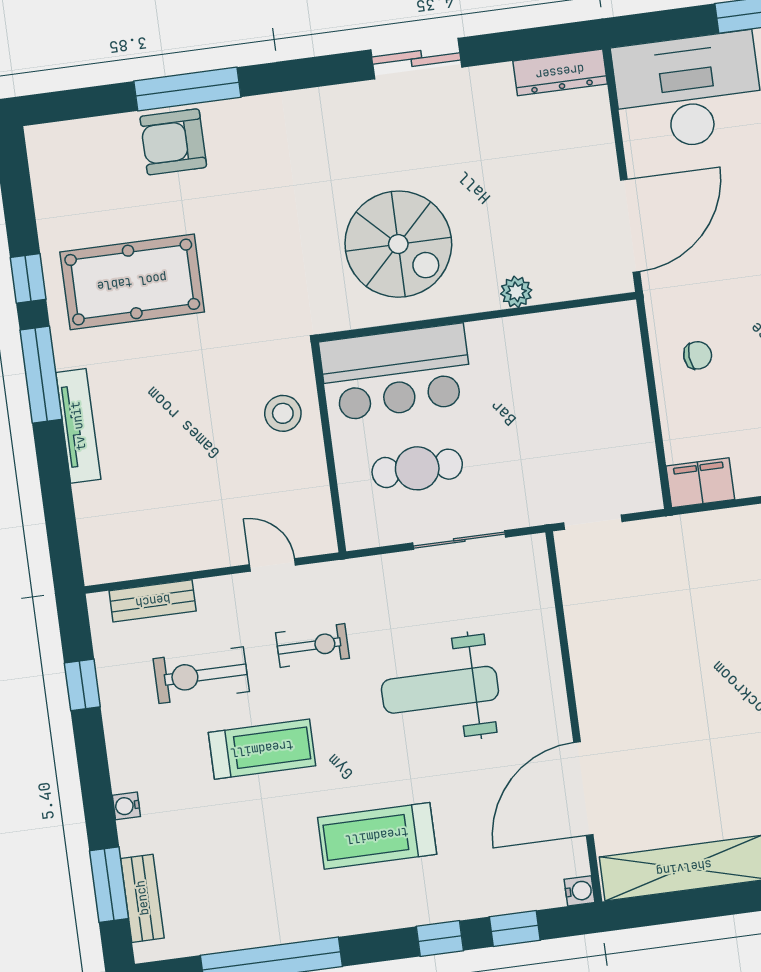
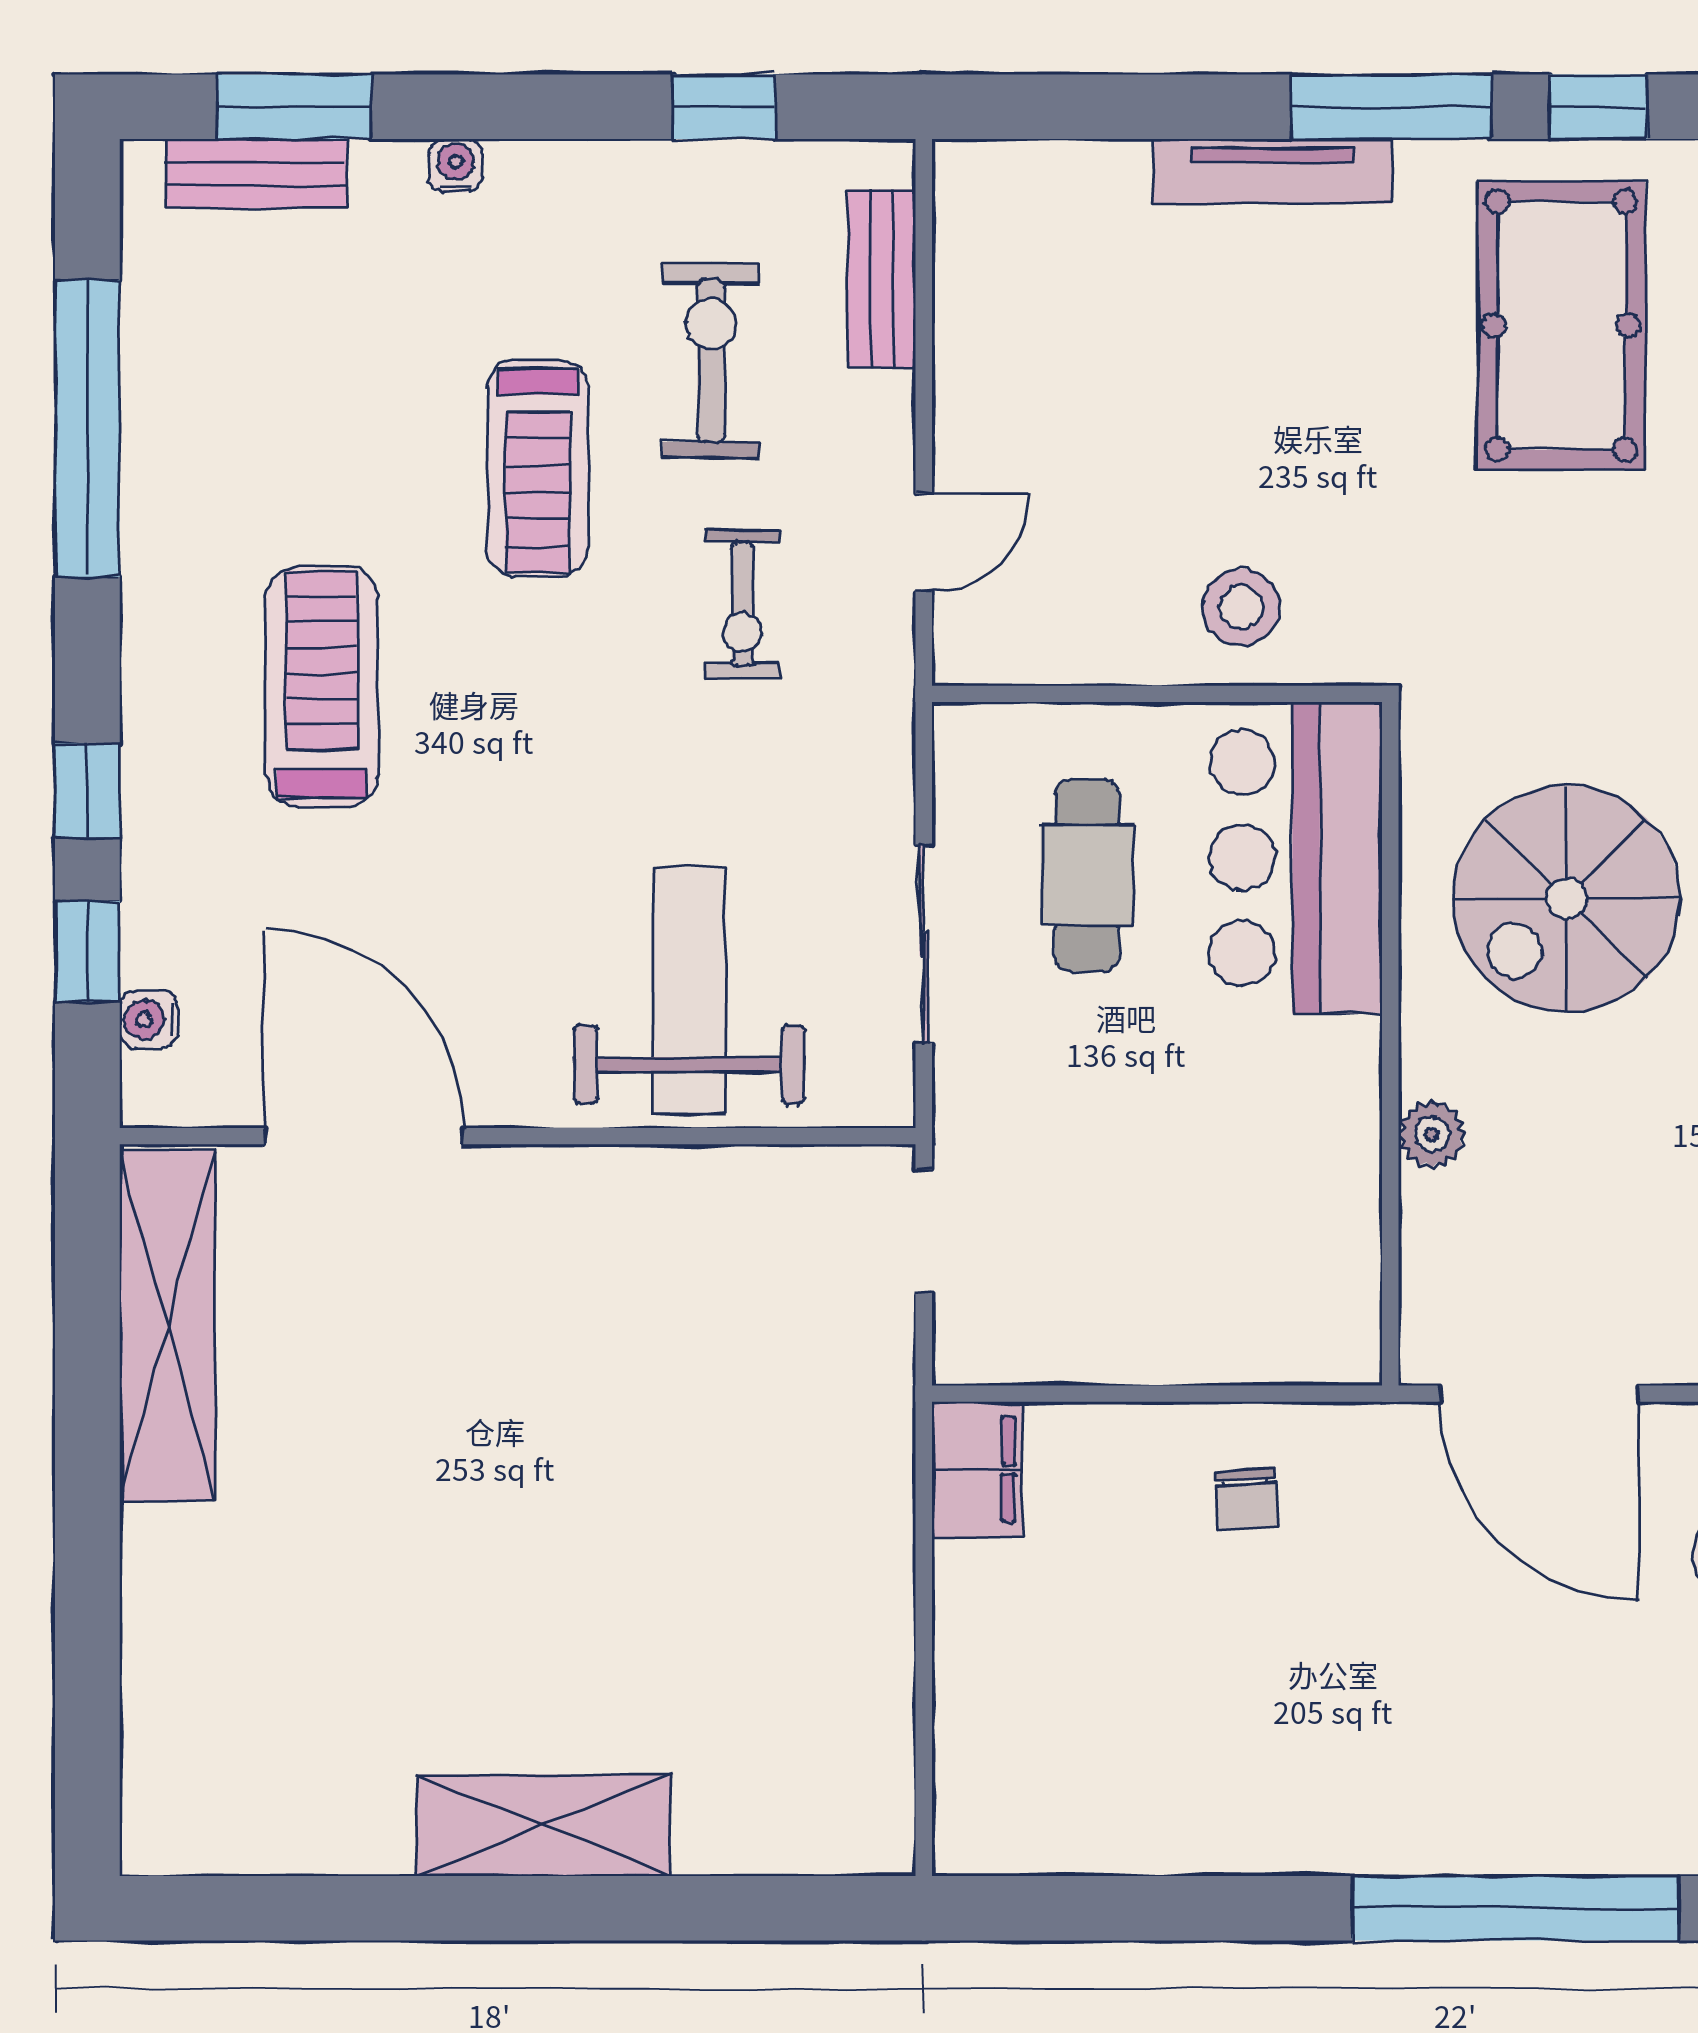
weight bench: (440, 690) -> (689, 991), moved
water cooler: (580, 891) -> (149, 1020), moved, turned 90

